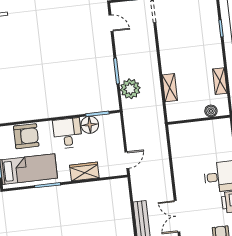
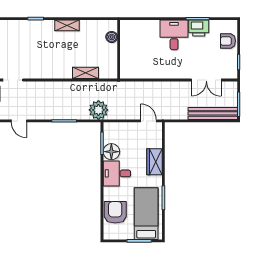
door: (111, 23) -> (19, 121), swing flipped
shelving: (220, 81) -> (67, 25), moved
plant: (130, 89) -> (98, 110), moved

